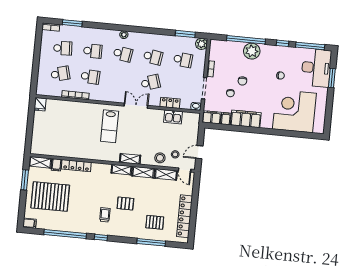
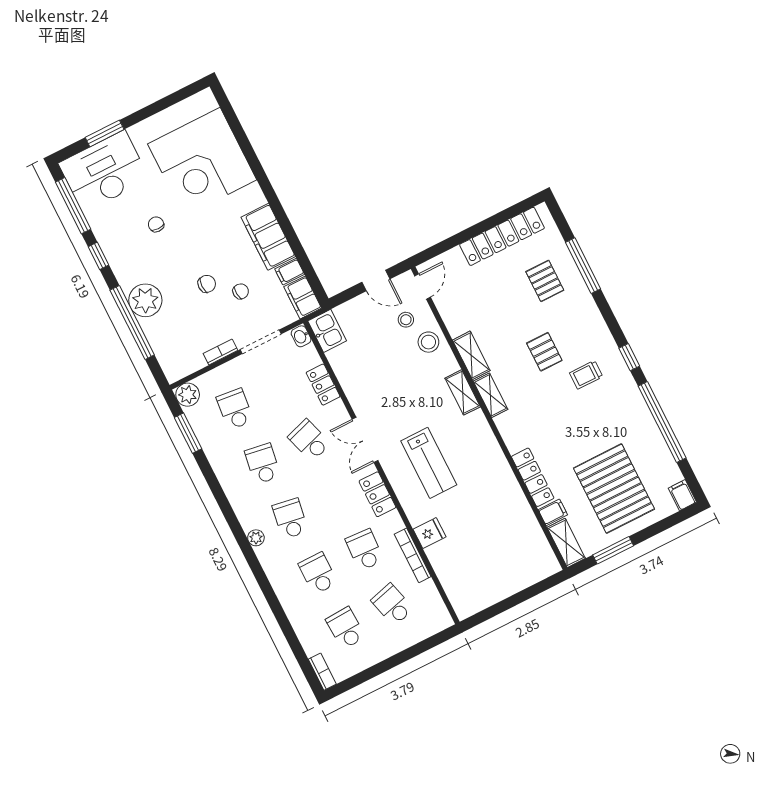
window: (72, 23) -> (292, 639), removed
locker: (110, 97) -> (377, 494), added
fridge: (40, 104) -> (429, 533), moved
kitchen sink: (173, 117) -> (327, 331), moved
lab bench: (110, 126) -> (429, 463), turned 90
shelving: (166, 174) -> (450, 314), removed

